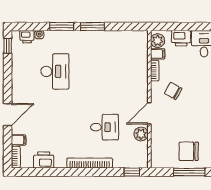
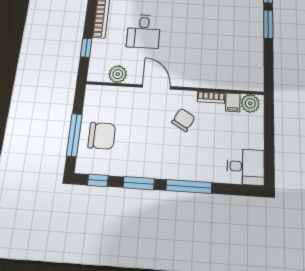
printer: (181, 38) -> (253, 135), removed
plant: (141, 134) -> (118, 74), moved
chair: (189, 151) -> (102, 136), turned 90
window: (132, 172) -> (86, 48), moved

